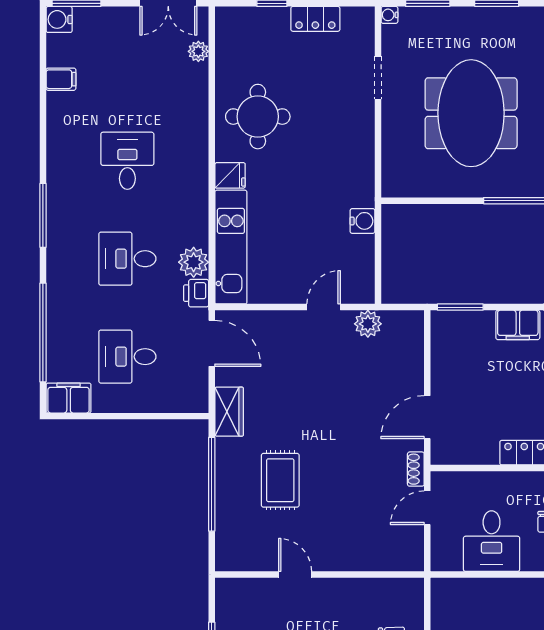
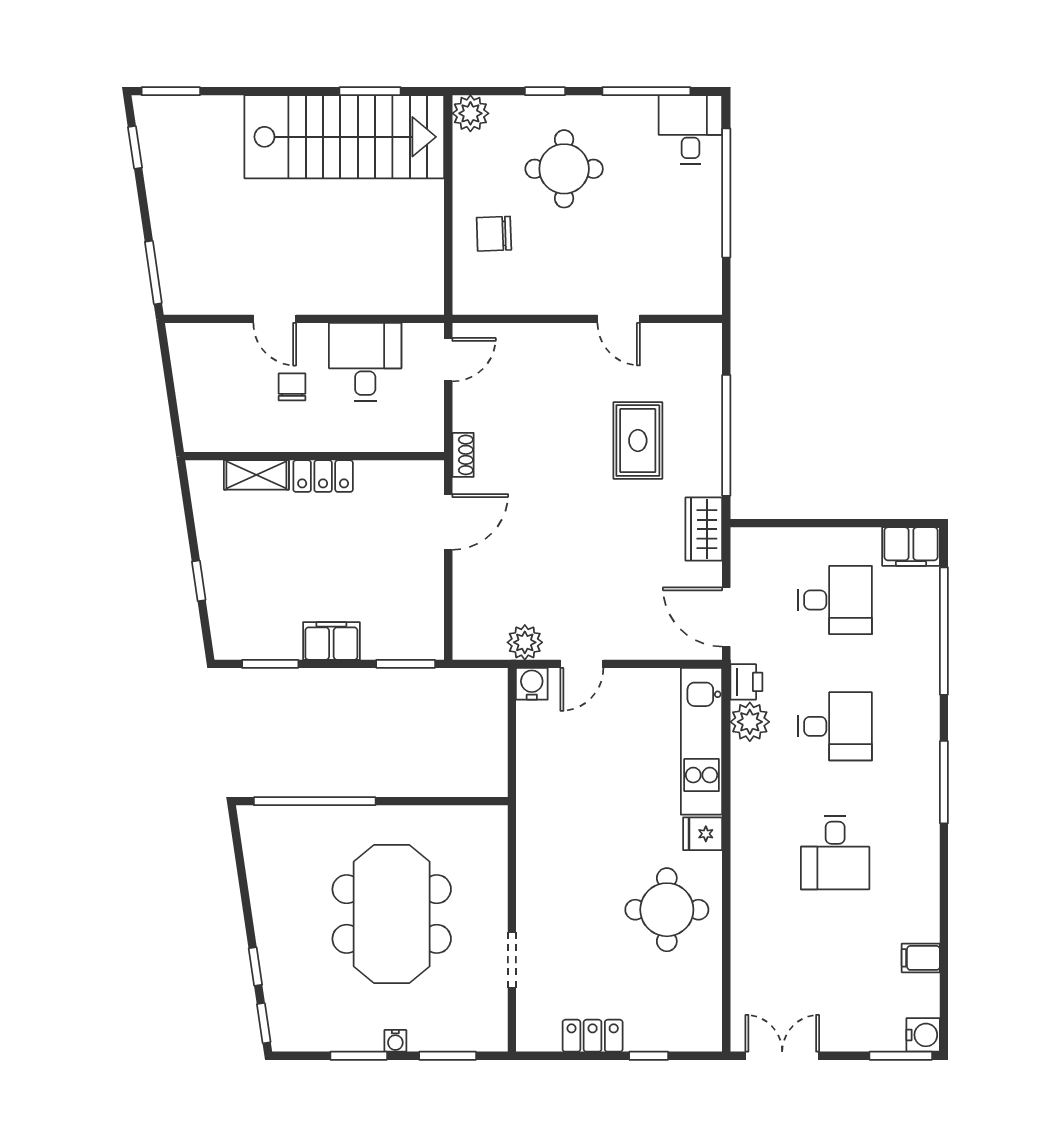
water cooler: (389, 15) -> (395, 1041), moved, turned 90
plant: (198, 51) -> (744, 994), removed
water cooler: (362, 221) -> (532, 684), moved, turned 90
door: (427, 508) -> (448, 360), moved

